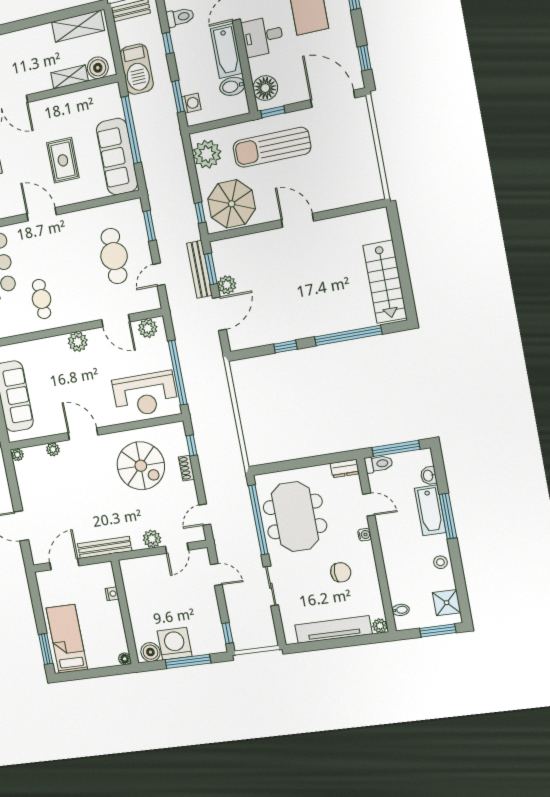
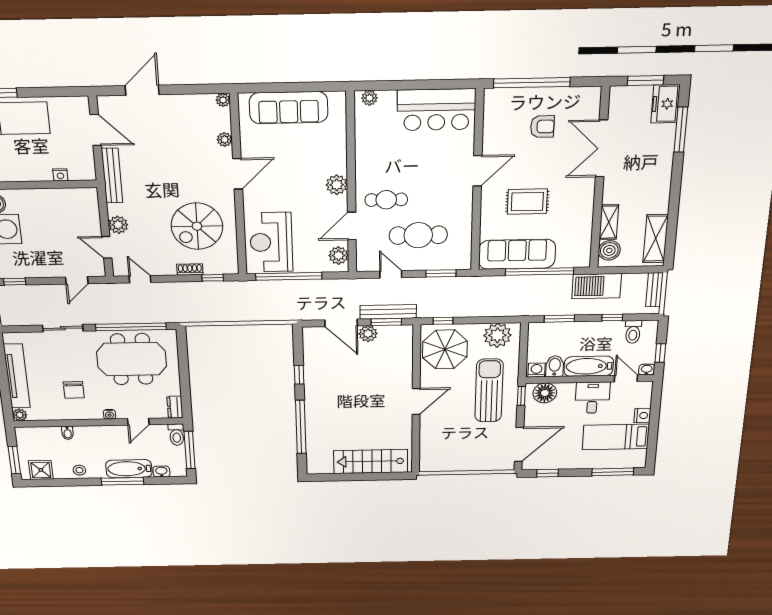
washing machine: (191, 103) -> (536, 370), moved, turned 180
stairs: (385, 282) -> (371, 461), moved
cafe table: (42, 299) -> (386, 200), moved
bidet: (401, 610) -> (68, 433), moved

